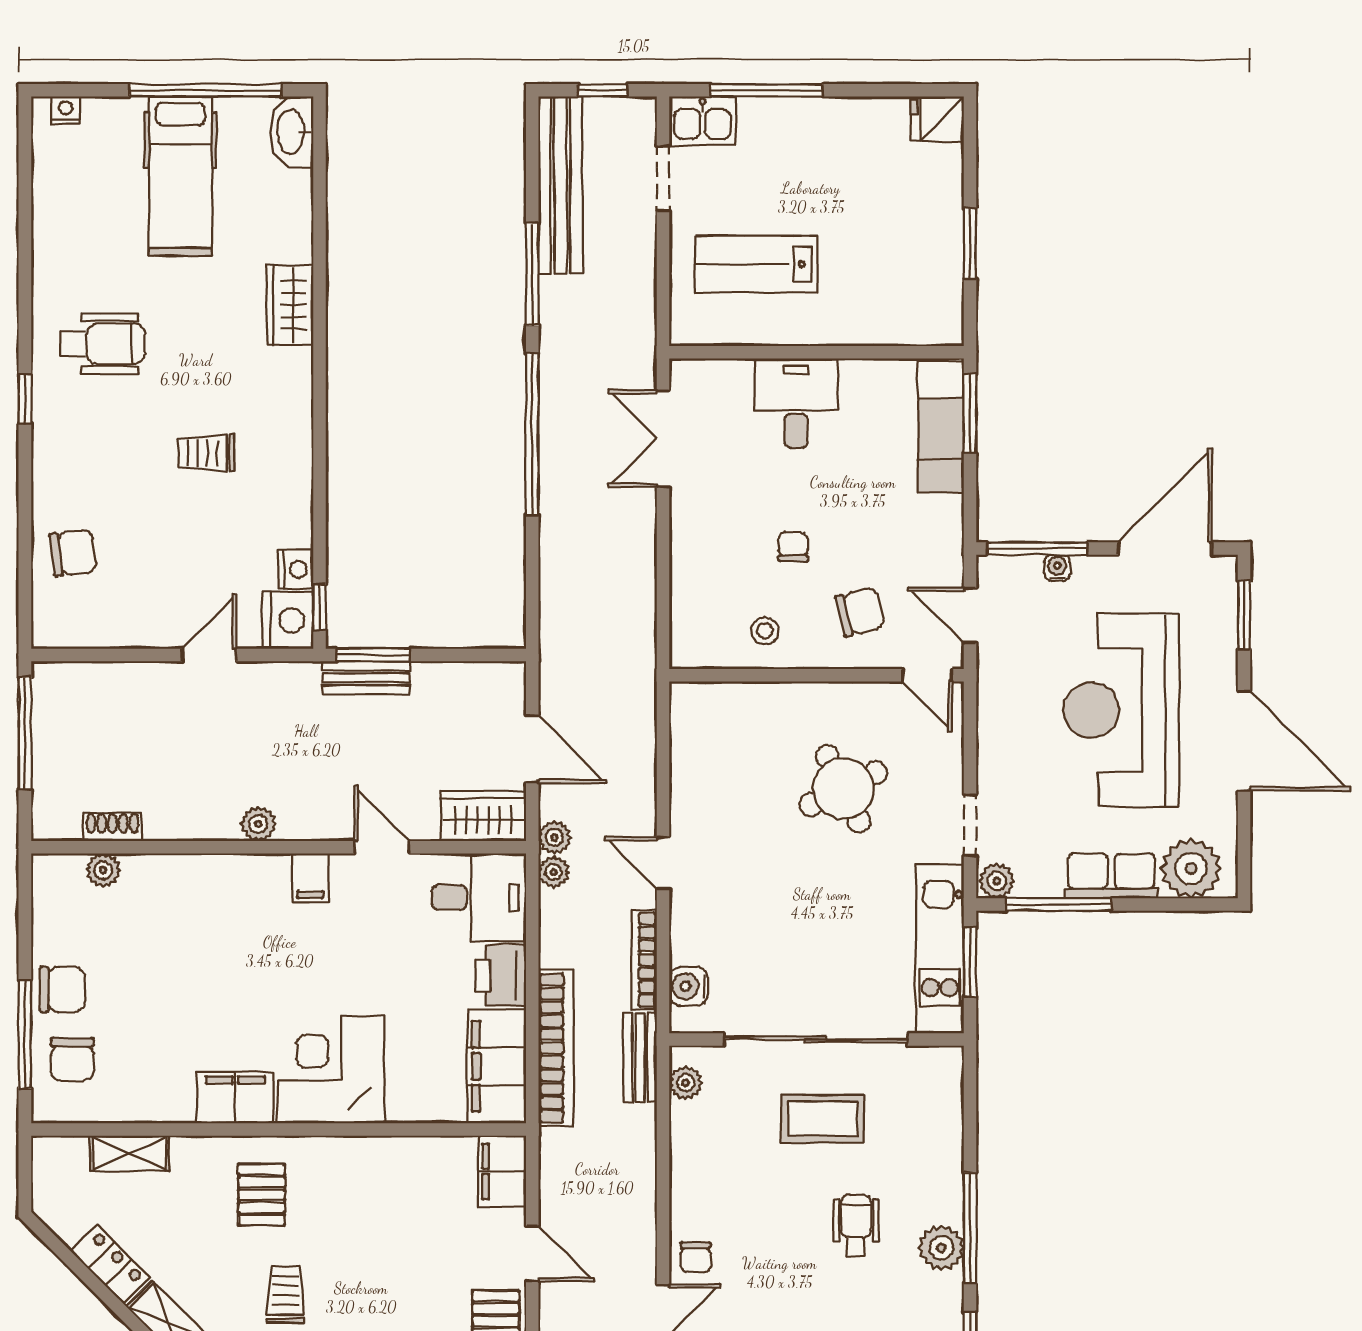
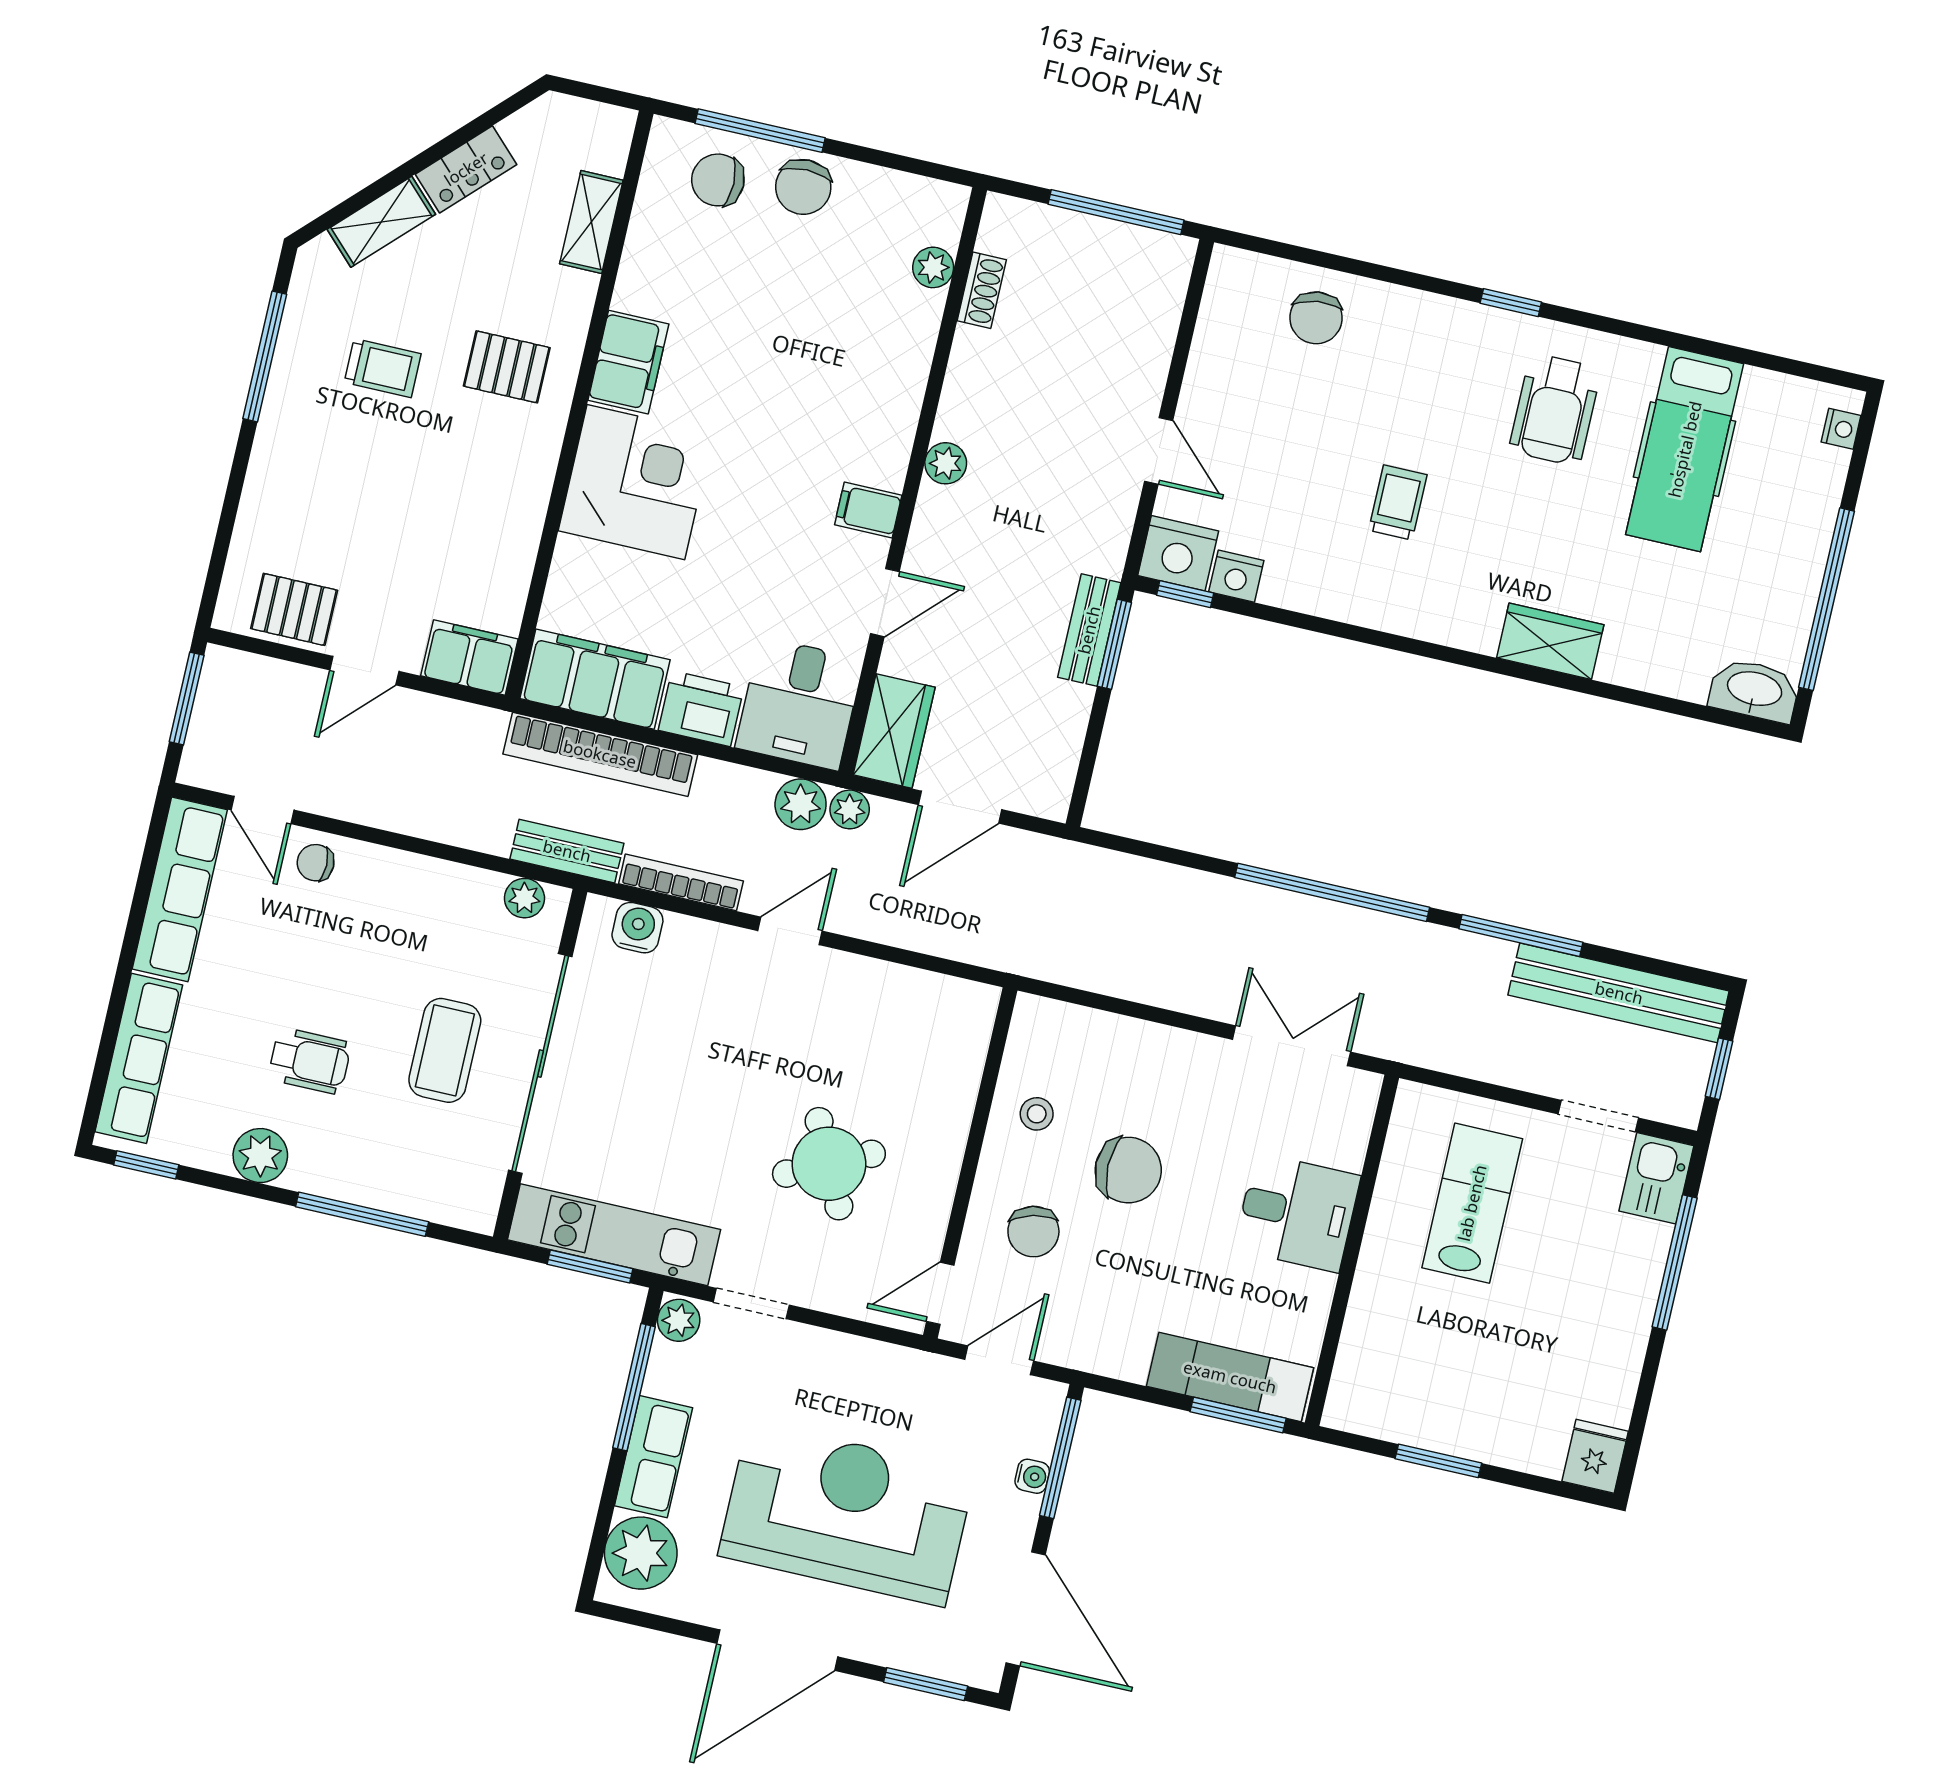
hospital bed: (180, 176) -> (1685, 449), moved, turned -90
chair: (793, 547) -> (1128, 1170), width x1.87, depth x1.87
plant: (554, 872) -> (801, 804), width x1.38, depth x1.38
window: (970, 1228) -> (362, 1214), moved

